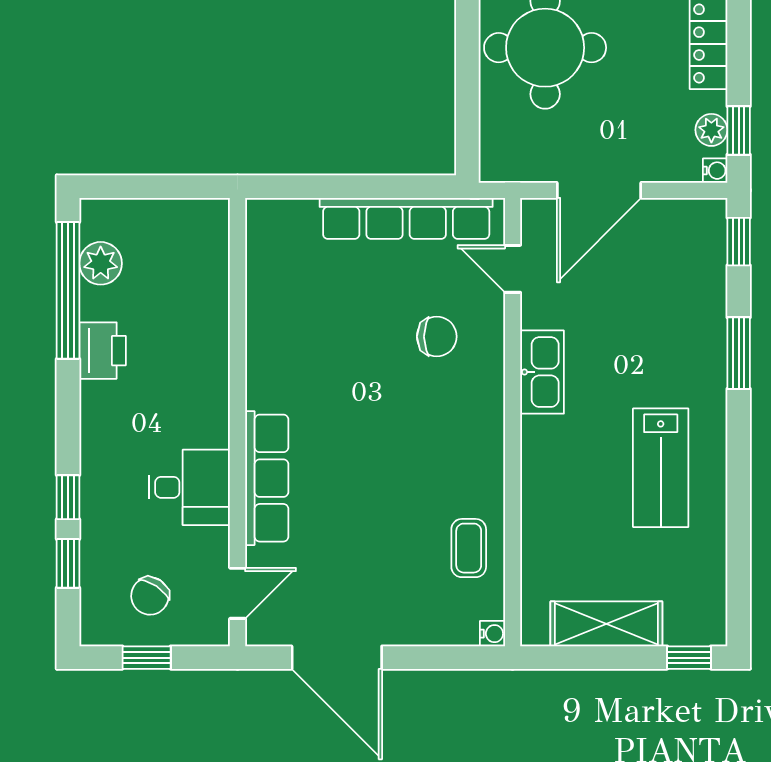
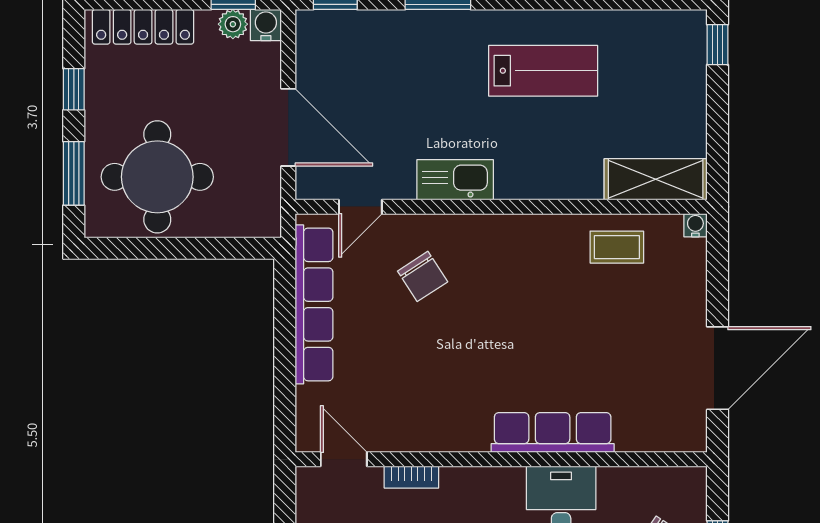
water cooler: (715, 171) -> (266, 25), width x1.38, depth x1.38
bookcase: (218, 324) -> (411, 477), added
chair: (437, 337) -> (423, 276), turned 147
door: (238, 593) -> (344, 459), moved
shelving: (606, 624) -> (656, 179), moved, turned 90

